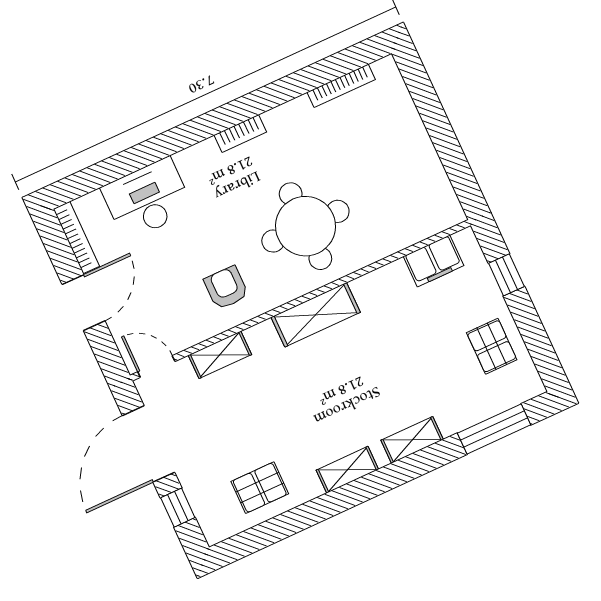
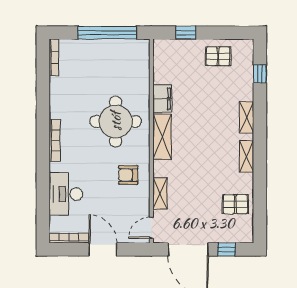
bookcase: (341, 86) -> (54, 57), moved
bookcase: (240, 134) -> (55, 140), width x1.56
window: (446, 144) -> (107, 33), added
filing cabinet: (434, 261) -> (162, 99), moved
window: (494, 429) -> (260, 74), width x0.46
pallet: (260, 488) -> (235, 204), turned 90

